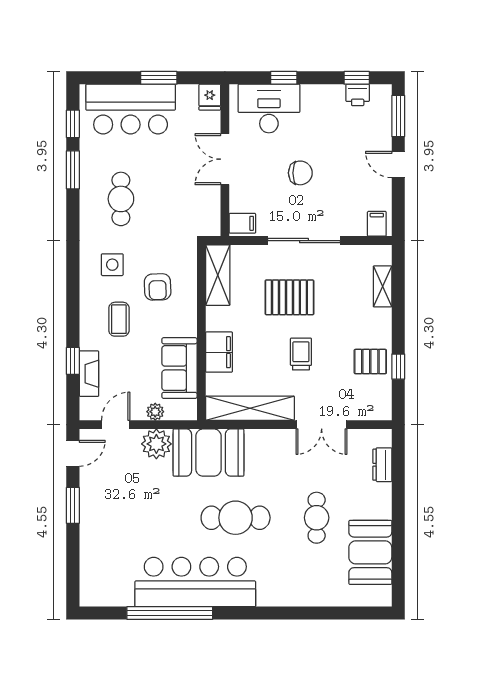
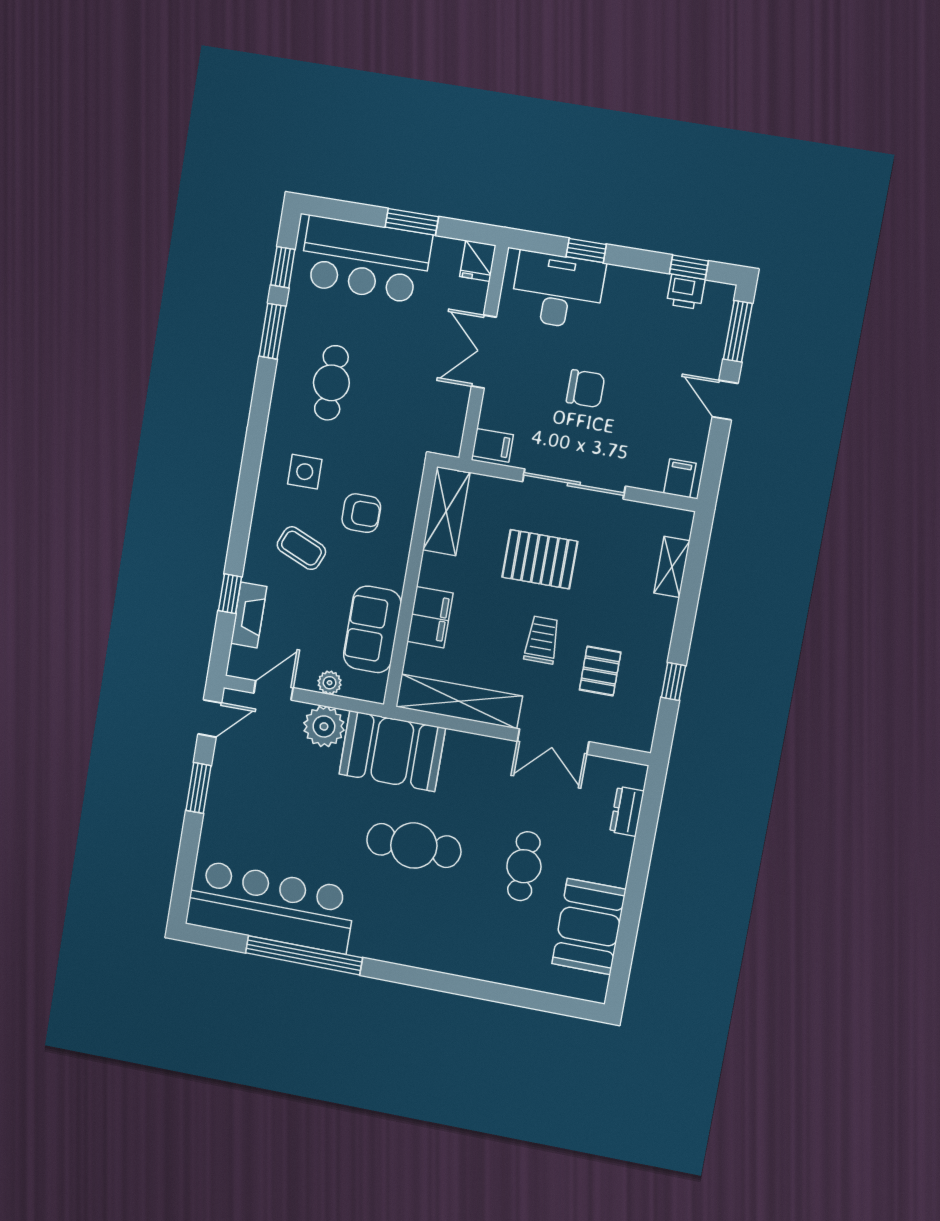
armchair: (158, 287) -> (361, 513), turned -88
coffee table: (119, 319) -> (301, 548), turned -67
pallet: (370, 362) -> (600, 671), moved, turned 90
bar counter: (195, 582) -> (271, 907), moved

